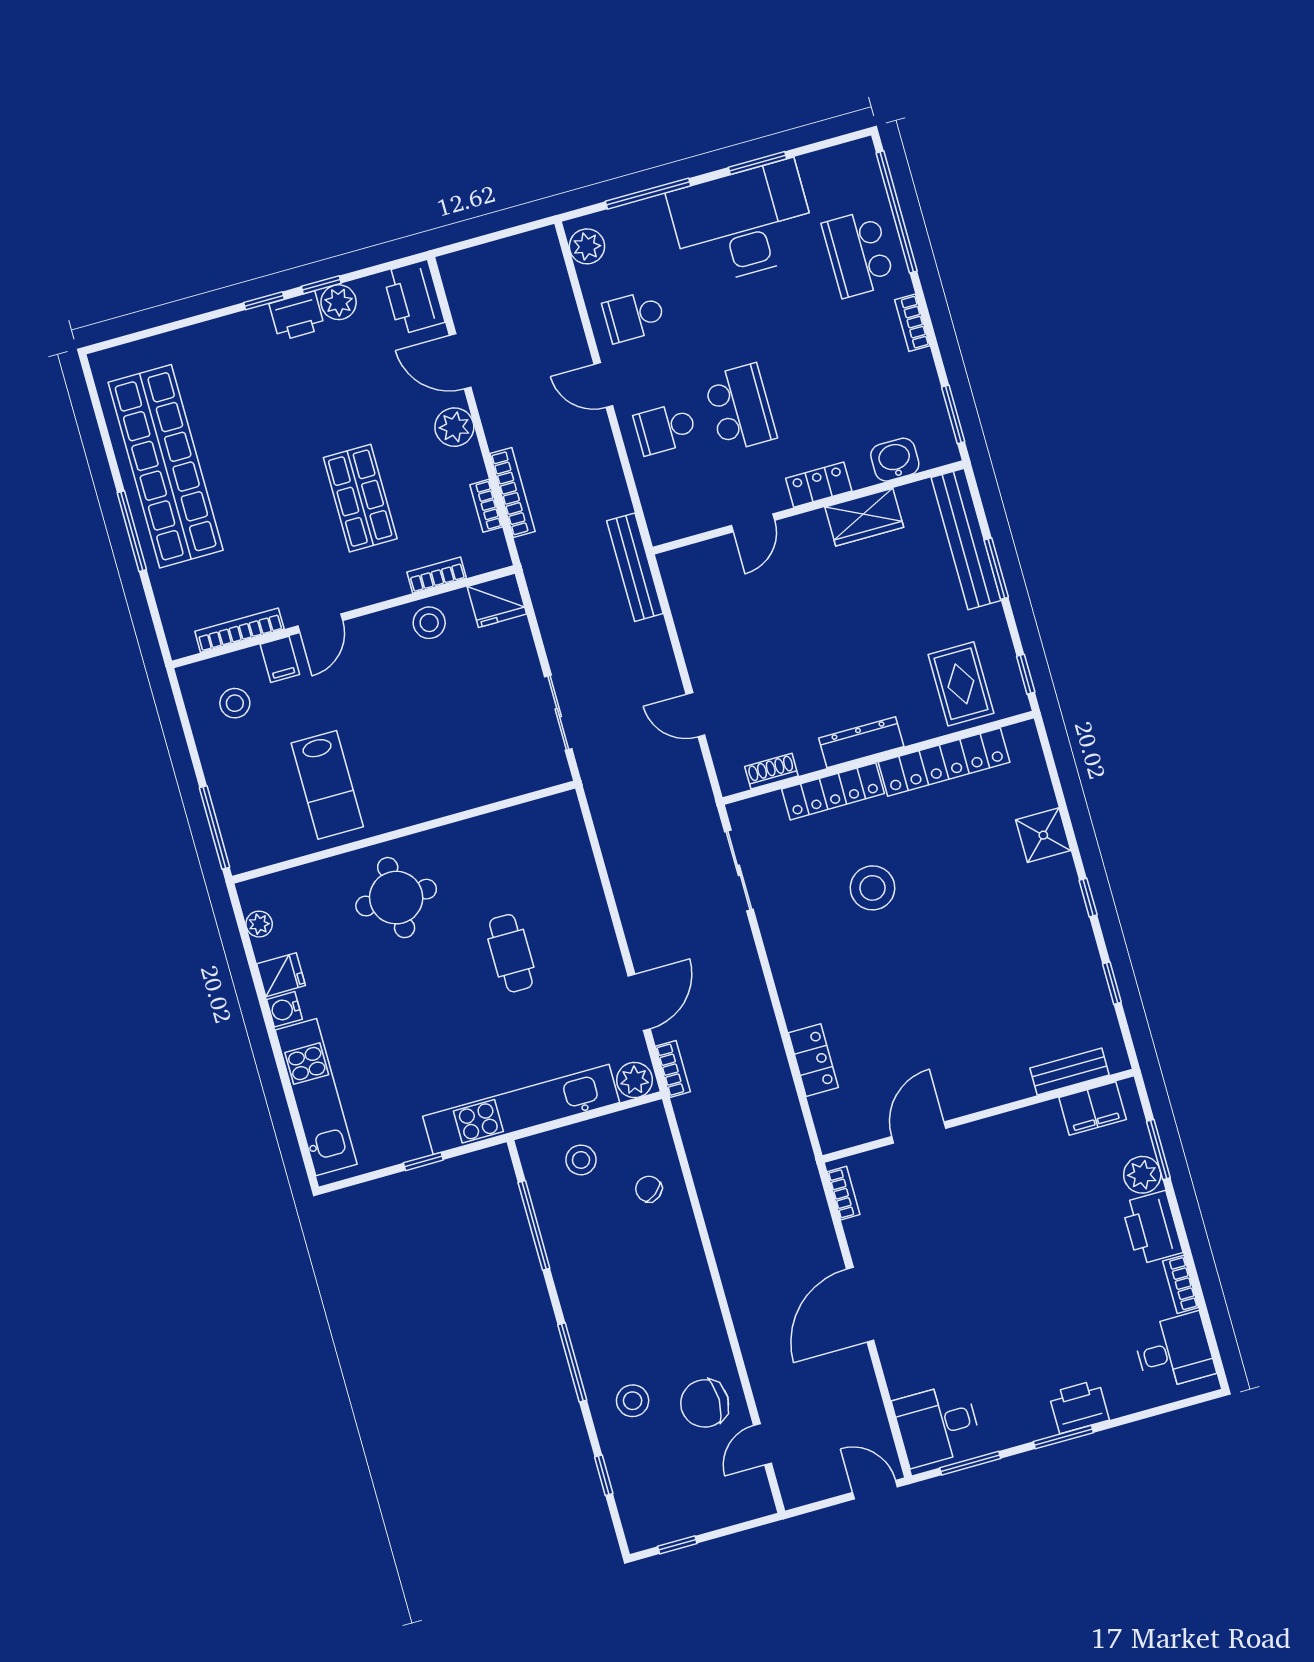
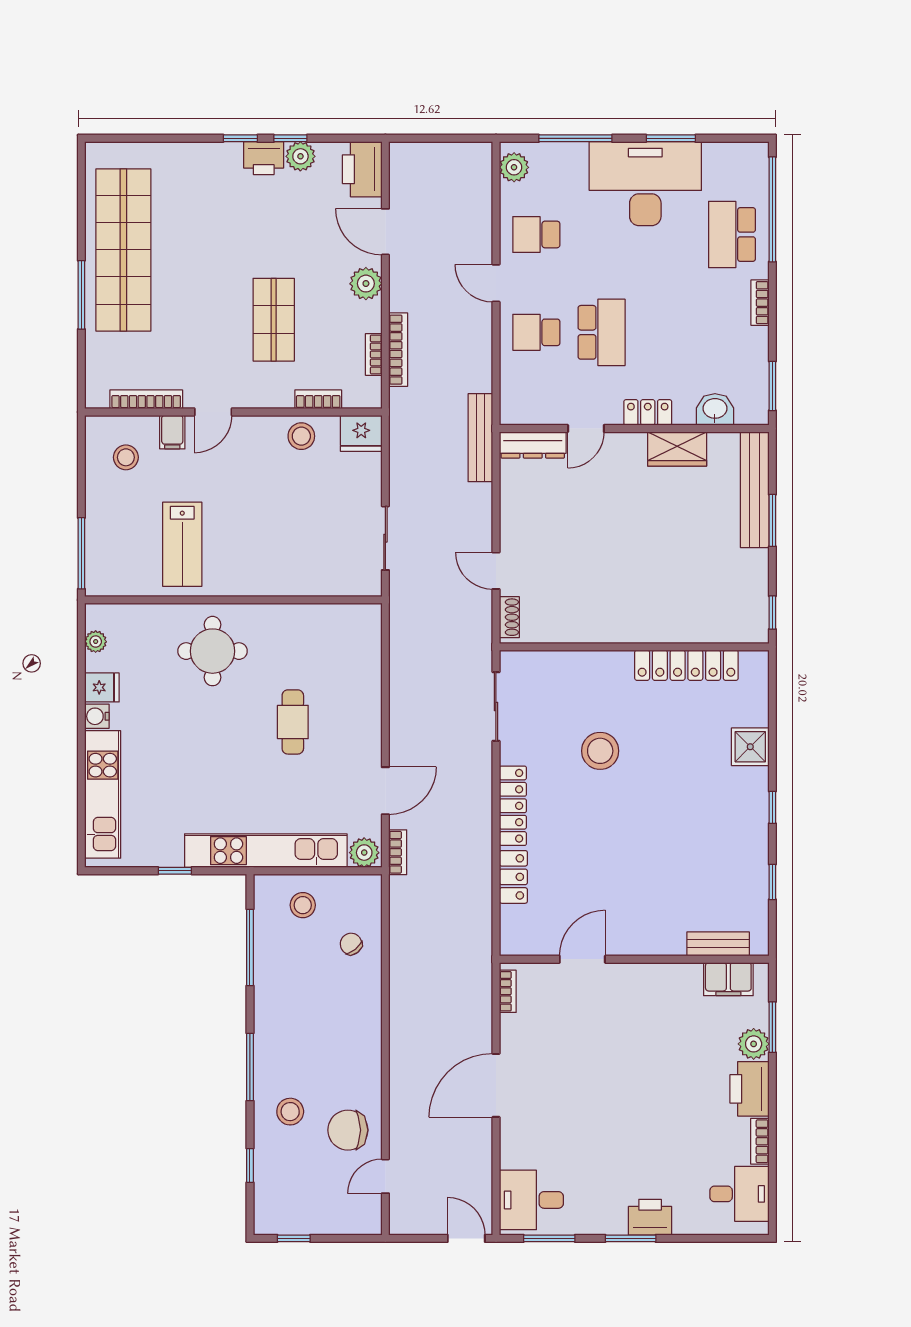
rug: (961, 684) -> (718, 606), removed
dresser: (861, 742) -> (533, 445), moved, turned 180
shoe rack: (771, 771) -> (509, 617), moved, turned 90
locker: (833, 791) -> (513, 806), moved, turned -90

